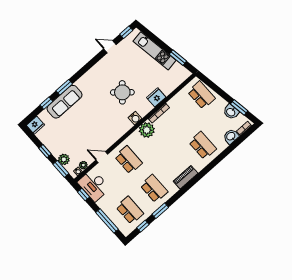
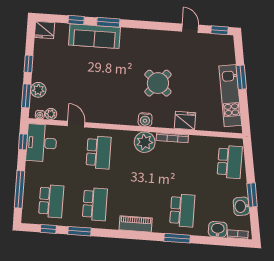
kitchen unit: (155, 51) -> (230, 96), moved
window: (178, 58) -> (241, 77), moved
window: (239, 107) -> (252, 195), moved
window: (215, 163) -> (177, 238), added

